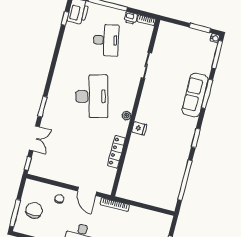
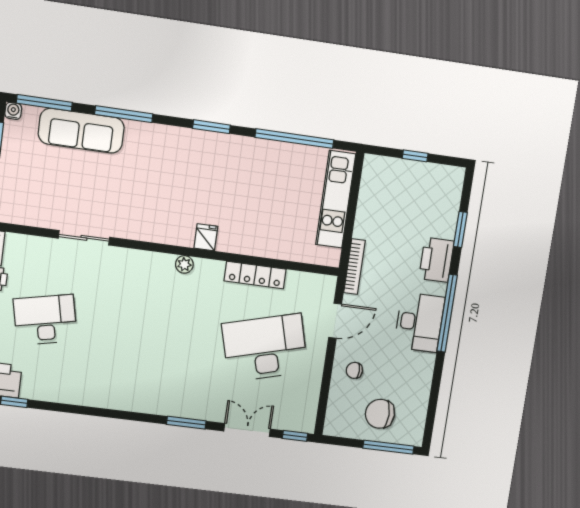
sofa: (195, 95) -> (81, 131), moved
desk: (92, 96) -> (265, 348), moved
kitchen unit: (151, 198) -> (336, 199), added

